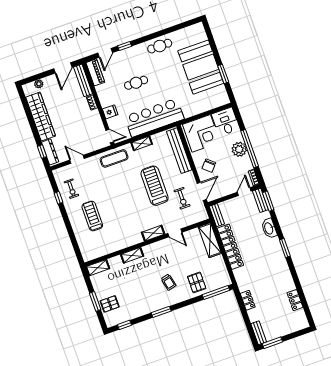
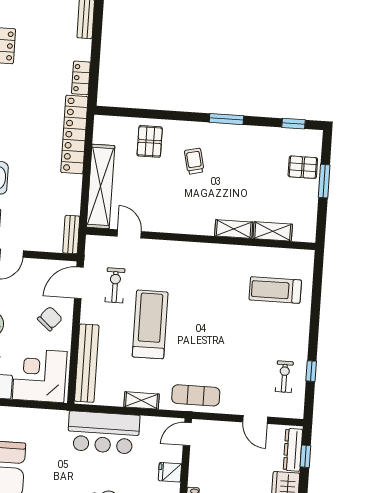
bar counter: (154, 118) -> (103, 433), width x0.73
door: (110, 136) -> (187, 434), hinge flipped
treadmill: (155, 186) -> (150, 324), turned 180
treadmill: (92, 216) -> (275, 290), moved, turned 90
shelving: (153, 233) -> (185, 250), removed
door: (175, 233) -> (129, 234), moved
shelving: (210, 240) -> (101, 186), width x1.47
locker: (230, 247) -> (74, 135), moved
shelving: (98, 268) -> (273, 231), moved
window: (216, 292) -> (126, 112), removed

